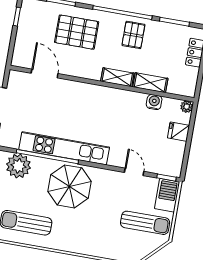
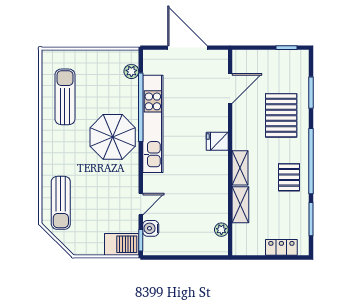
pallet: (133, 35) -> (289, 177), turned 90
water cooler: (154, 102) -> (151, 228), moved, turned 180
plant: (187, 107) -> (221, 230), moved
fridge: (179, 132) -> (217, 141), moved, turned -90
plant: (18, 166) -> (131, 71), width x0.53, depth x0.53
sun lounger: (145, 223) -> (61, 203), moved

